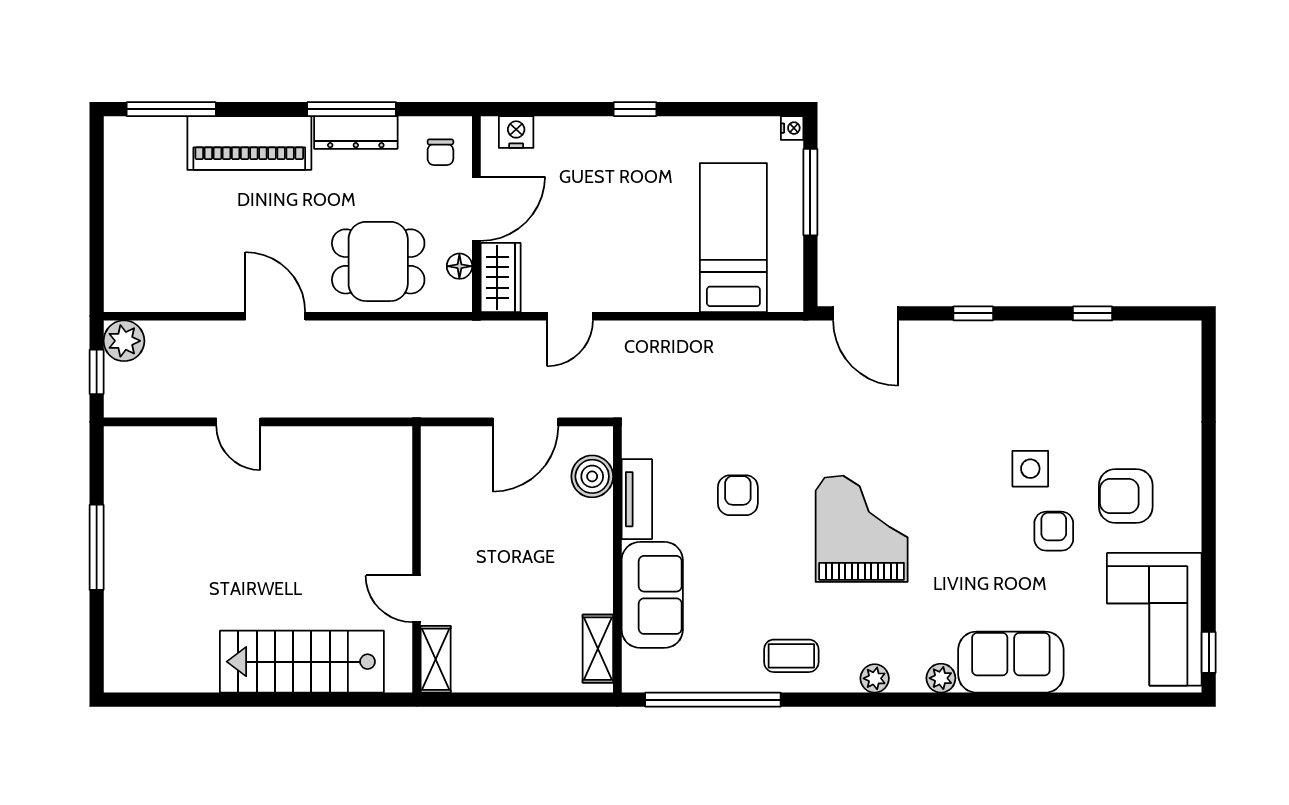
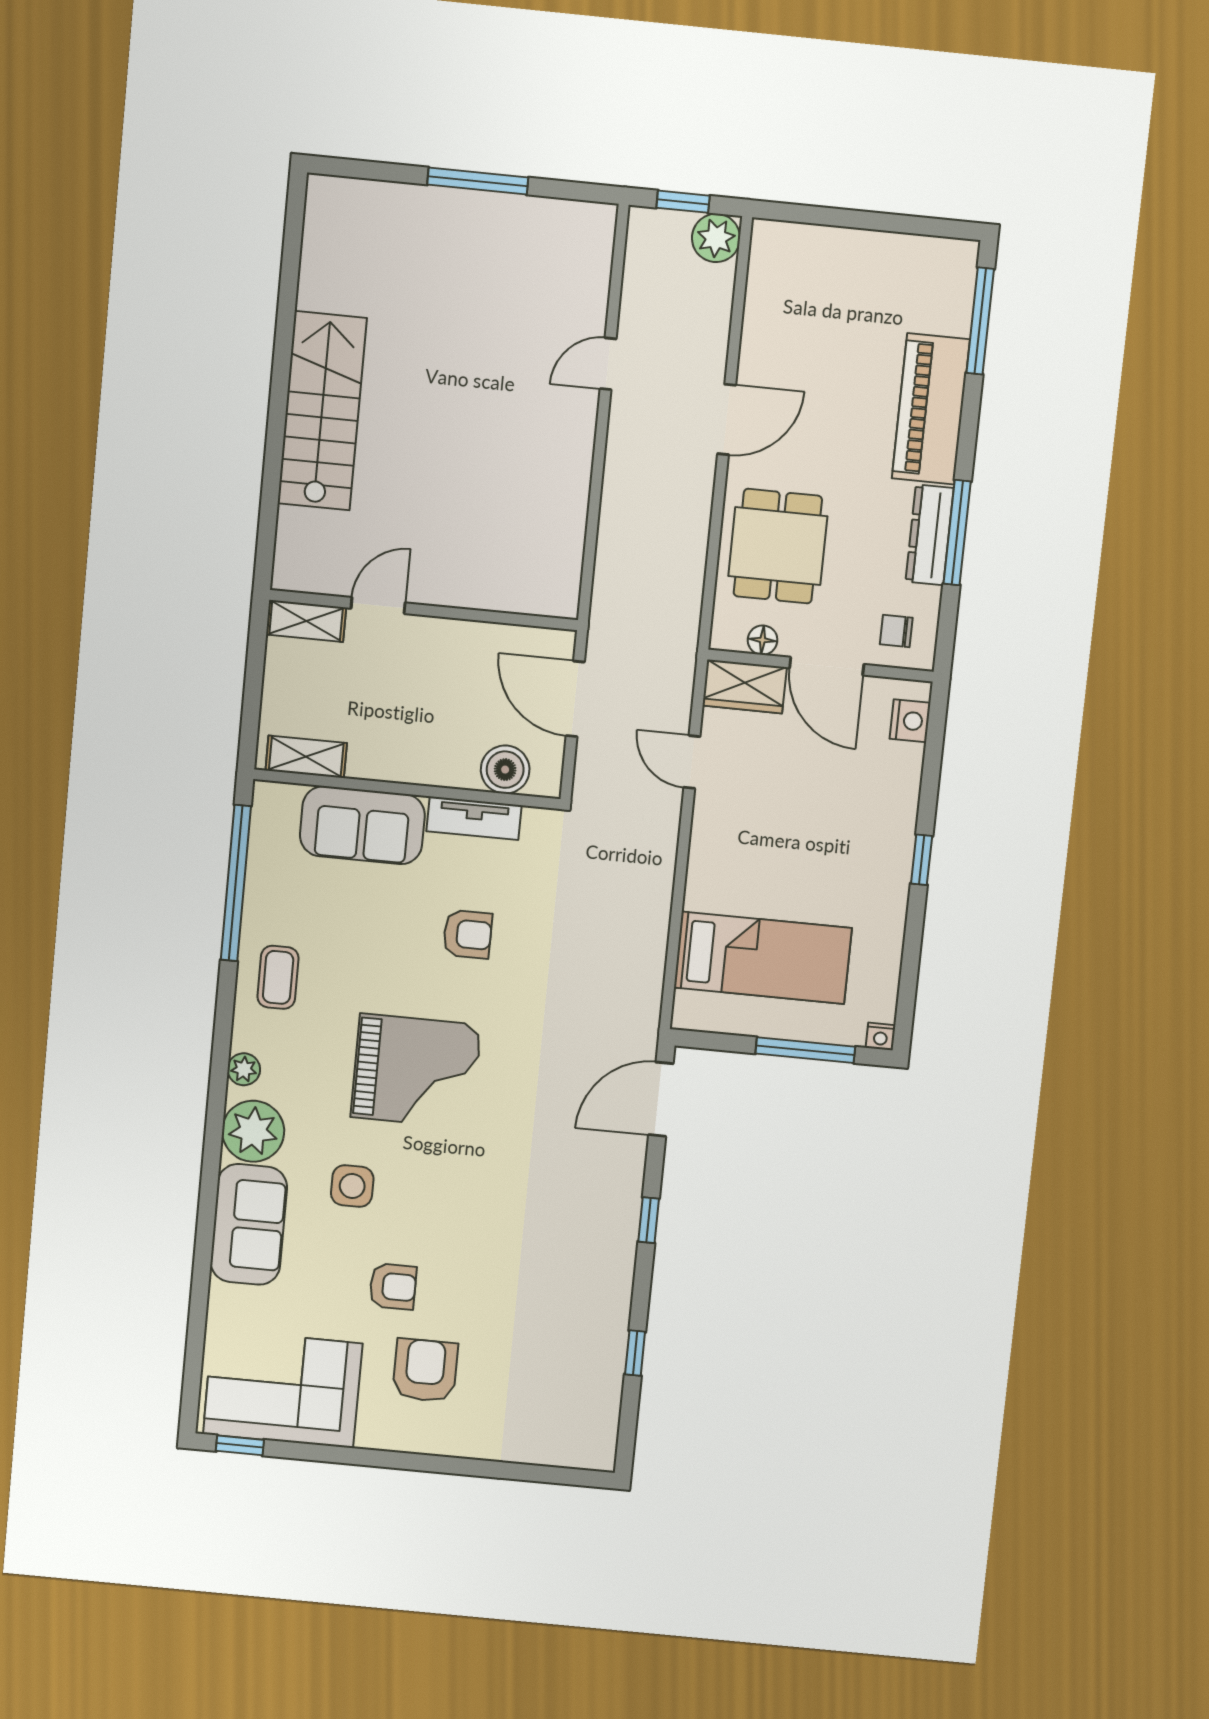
side table: (1030, 469) -> (352, 1186), moved
wall: (416, 559) -> (424, 610), moved
door: (416, 599) -> (378, 606), moved
shelving: (436, 659) -> (306, 621), moved
plant: (941, 678) -> (253, 1131), width x1.88, depth x1.88

